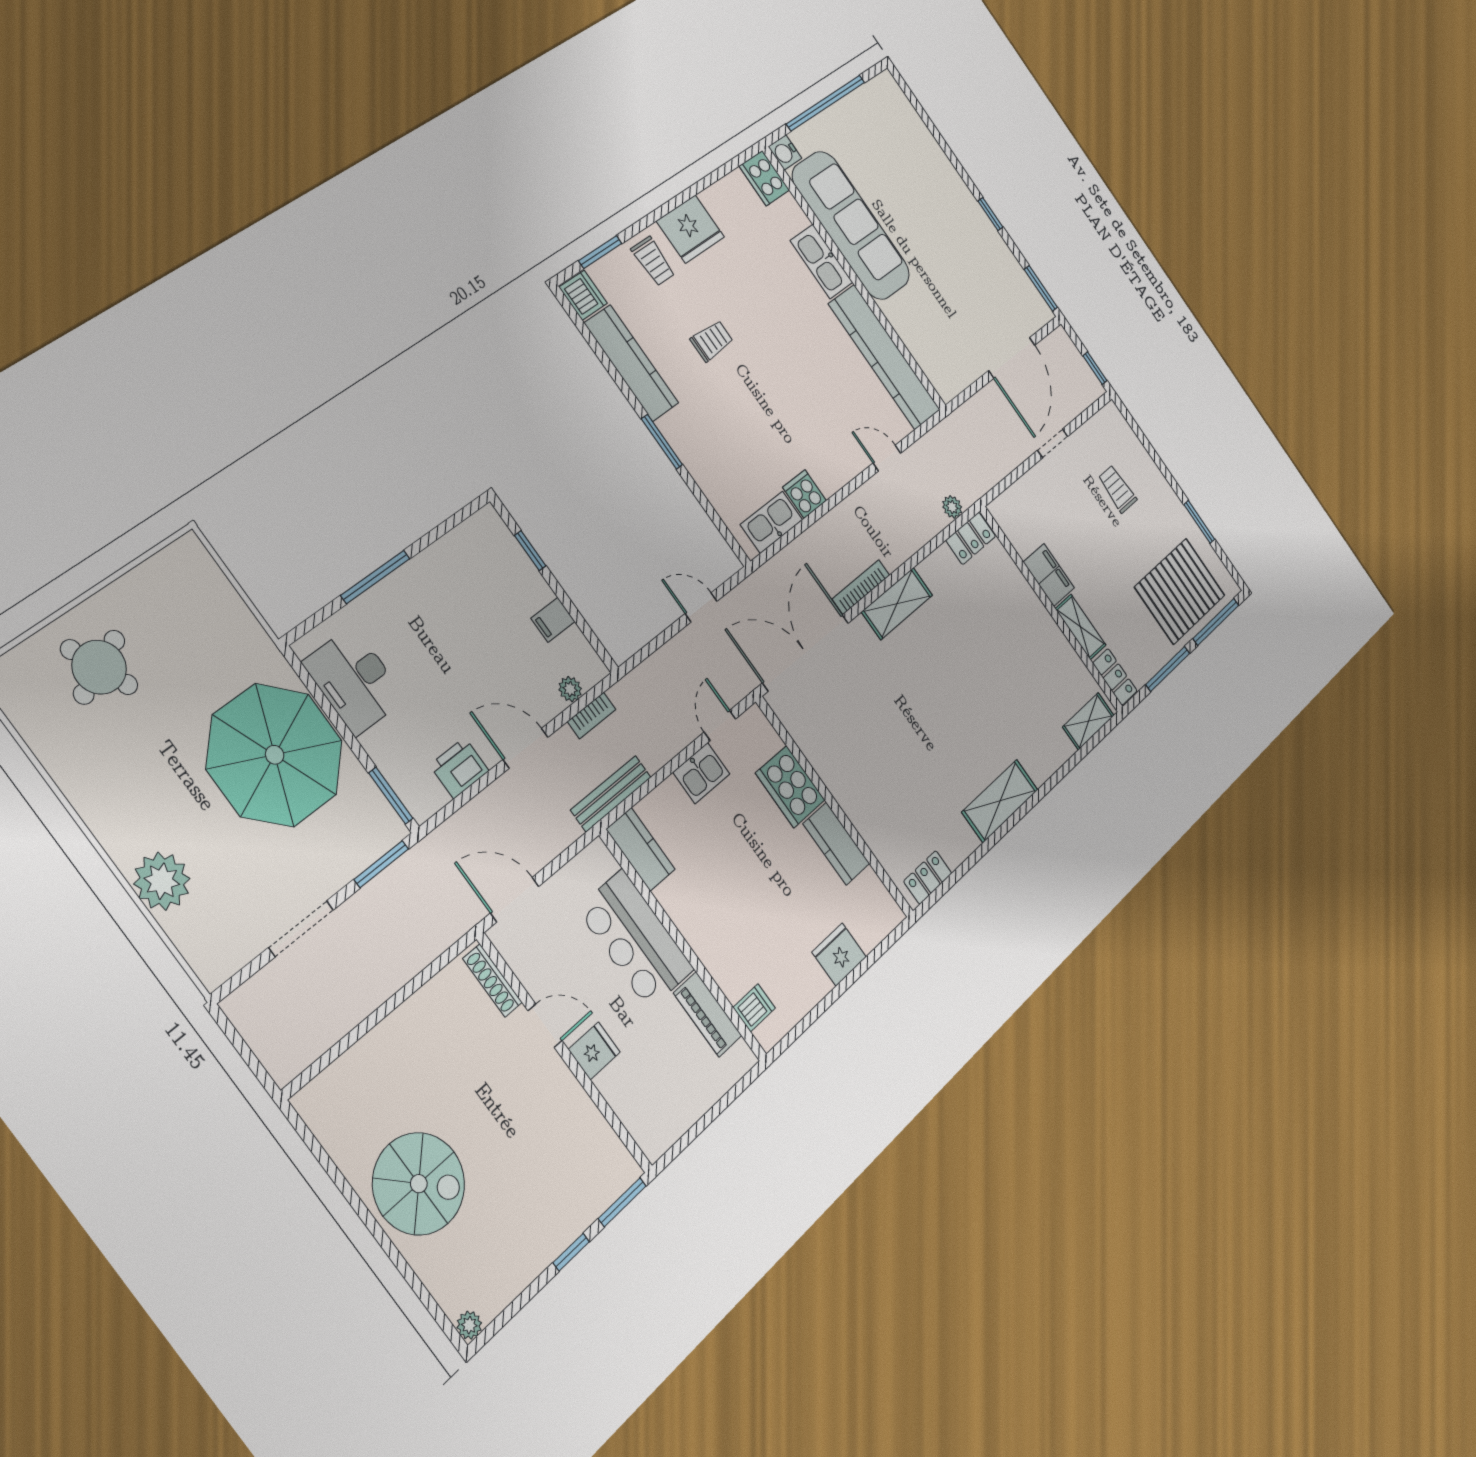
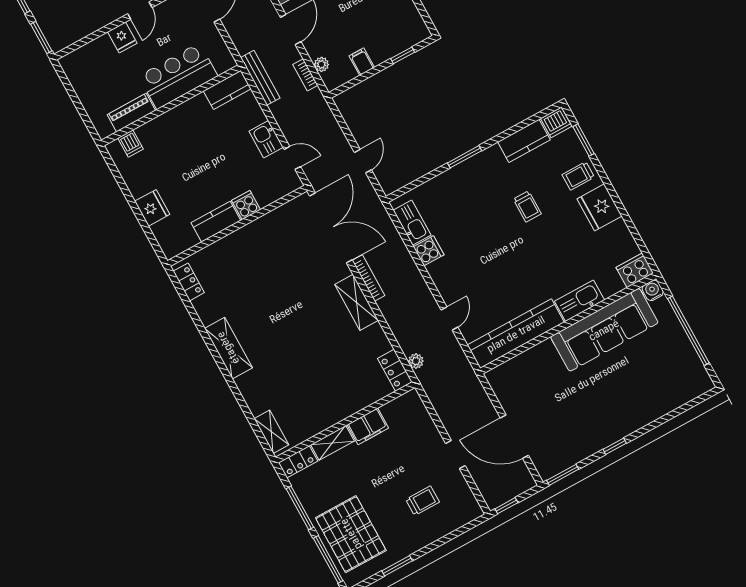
kitchen counter: (631, 363) -> (524, 141), width x0.67
cooker: (790, 787) -> (246, 205), width x0.53, depth x0.76

